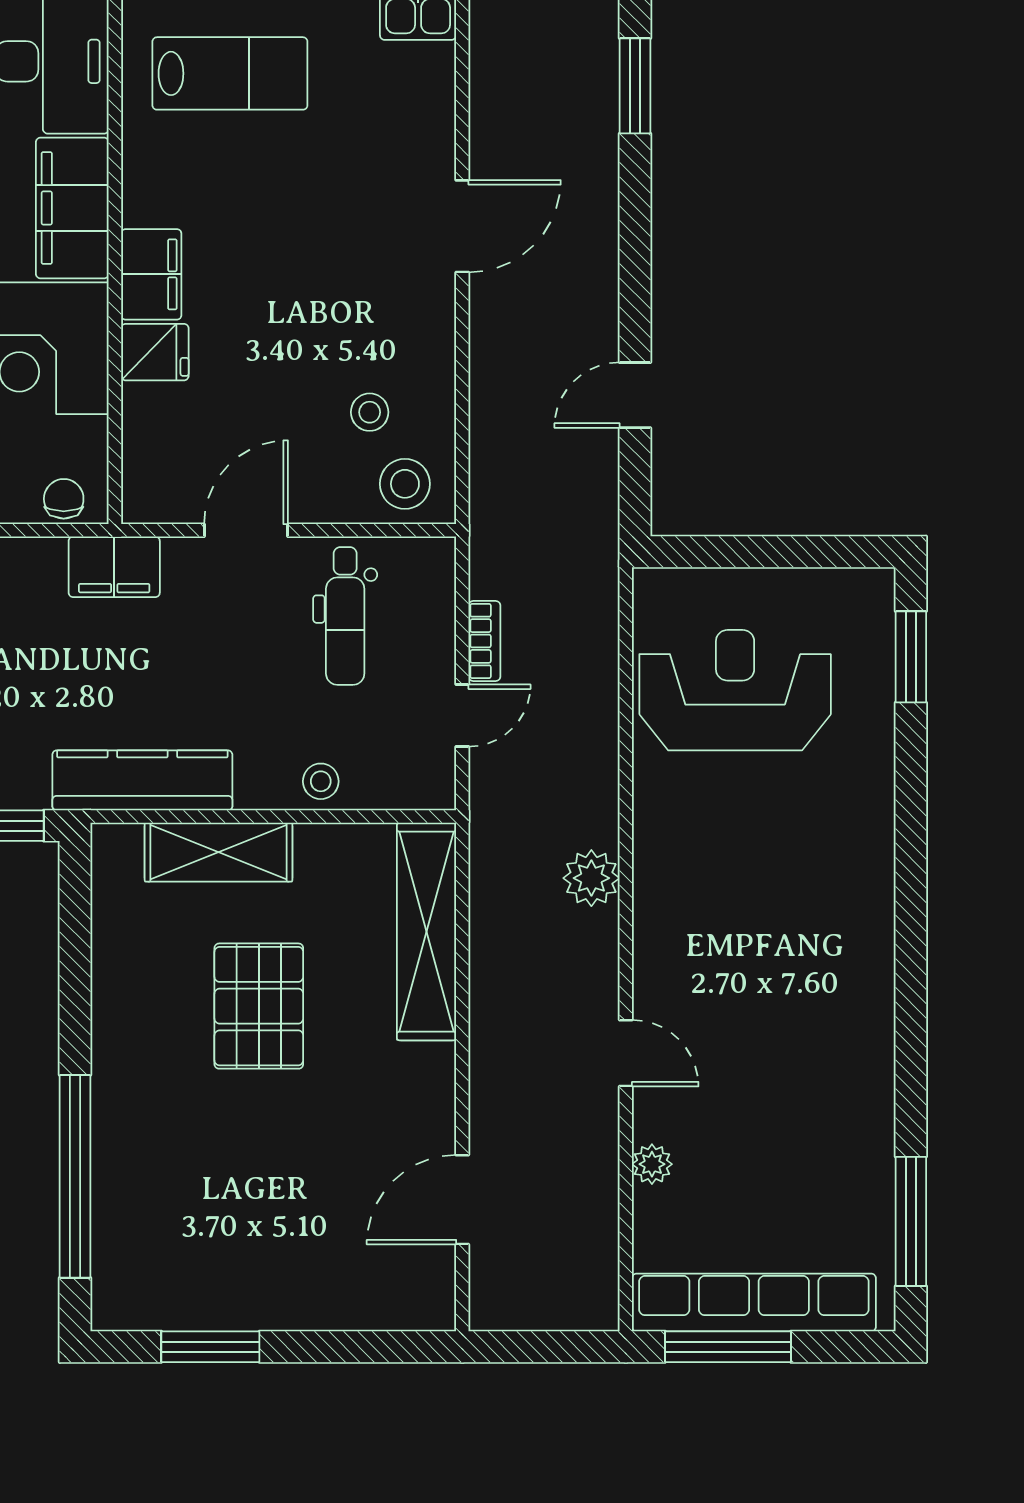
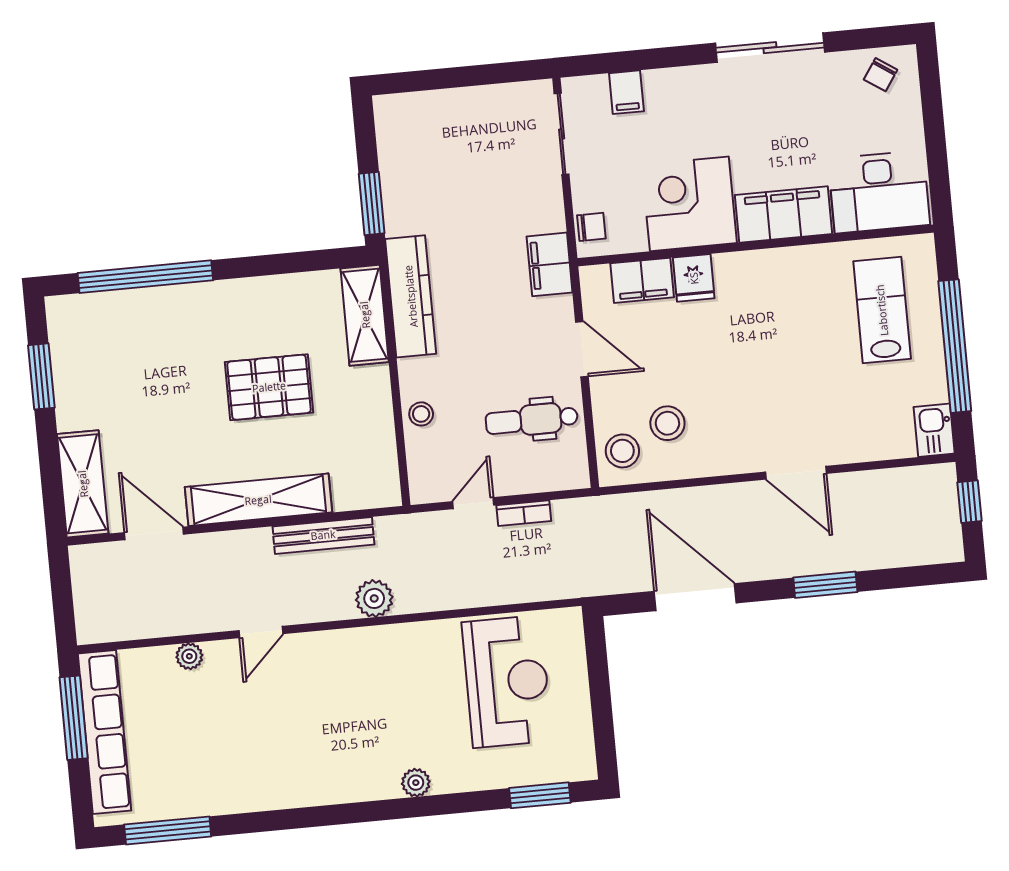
lab bench: (230, 73) -> (882, 310), turned 180
window: (635, 86) -> (825, 585), moved
filing cabinet: (151, 274) -> (642, 280), moved
door: (635, 395) -> (695, 597), width x1.88
stool: (370, 412) -> (667, 423), width x1.37, depth x1.37
door: (462, 716) -> (473, 503), swing flipped
plant: (874, 842) -> (416, 783), added
shelving: (219, 852) -> (365, 315), moved
shelving: (427, 932) -> (258, 500), moved
bench: (489, 945) -> (323, 535), added
shelving: (378, 1300) -> (83, 484), added

